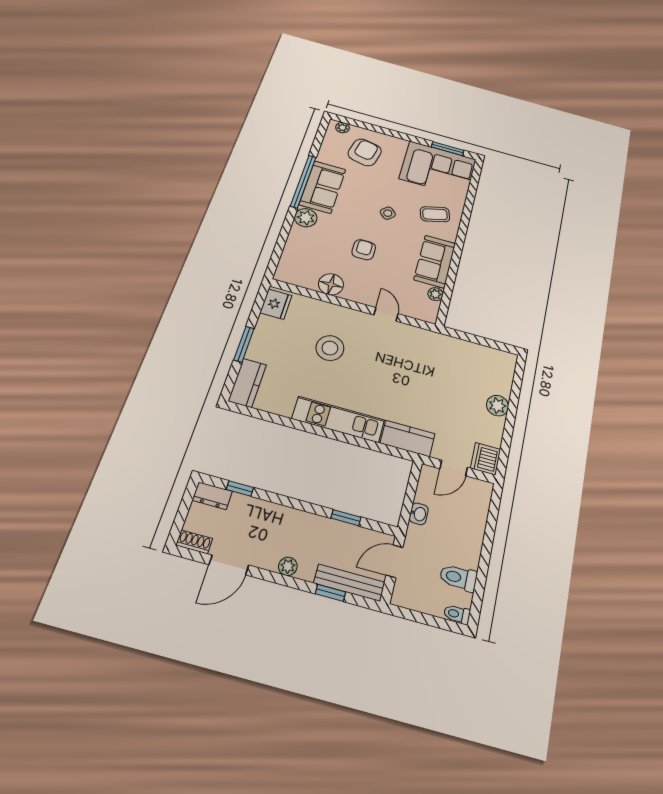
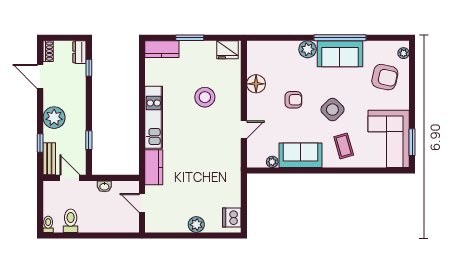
side table: (388, 213) -> (332, 110), width x1.87, depth x1.87
dishwasher: (486, 459) -> (232, 217), moved, turned -90
plant: (288, 566) -> (54, 118), width x1.88, depth x1.88
bench: (349, 583) -> (49, 159), width x0.73

